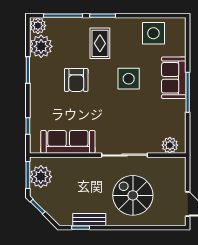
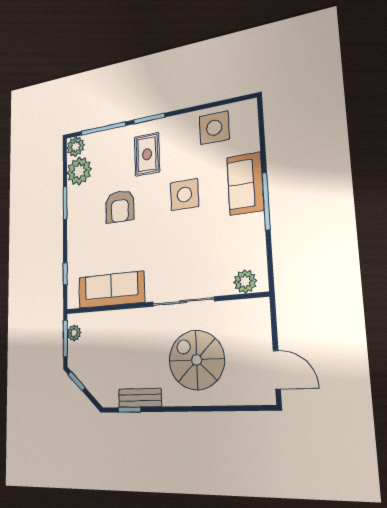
plant: (41, 177) -> (74, 333), width x0.53, depth x0.53

